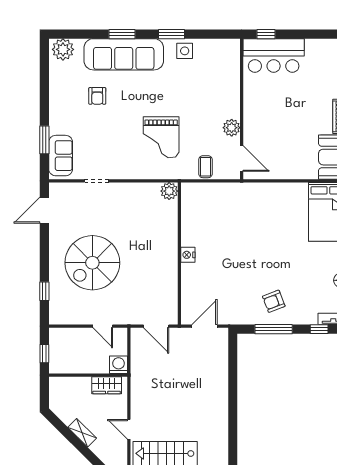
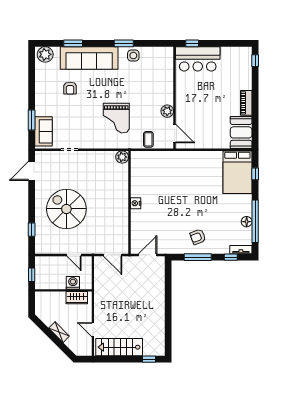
window: (122, 34) -> (73, 43), moved
spiral stairs: (92, 263) -> (66, 209), turned 90
washing machine: (119, 365) -> (73, 283), moved

